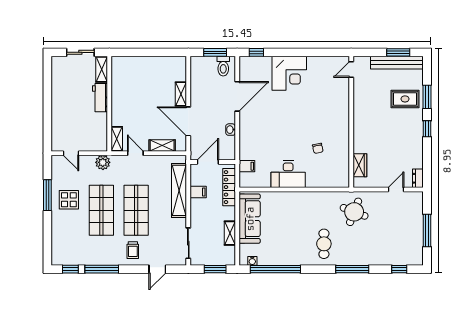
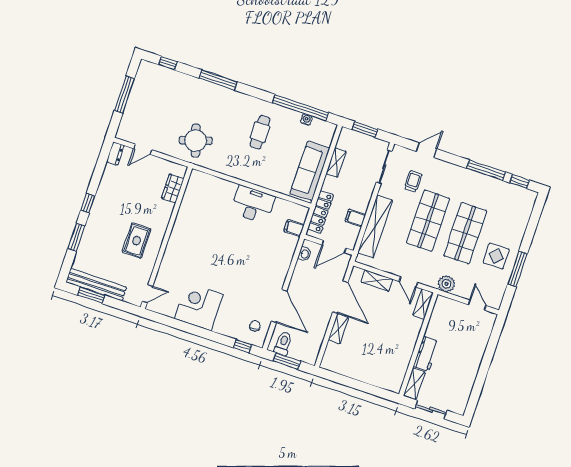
corner desk: (289, 73) -> (199, 307), moved
door: (237, 96) -> (279, 306), swing flipped
rug: (405, 99) -> (137, 241), moved, turned 90
washbasin: (231, 130) -> (305, 254), moved
chair: (318, 148) -> (255, 326), moved
round table: (354, 212) -> (196, 141), turned -38
cafe table: (324, 244) -> (260, 132), moved
trolley: (133, 250) -> (413, 181), moved
water cooler: (252, 261) -> (306, 119), moved

